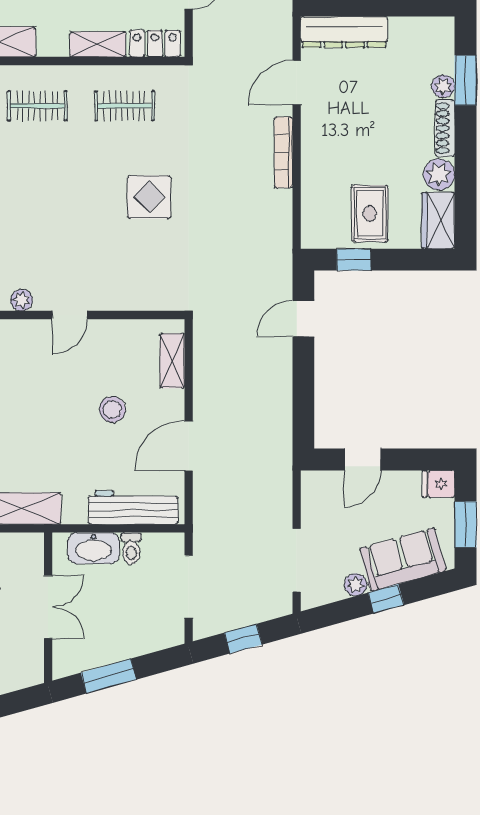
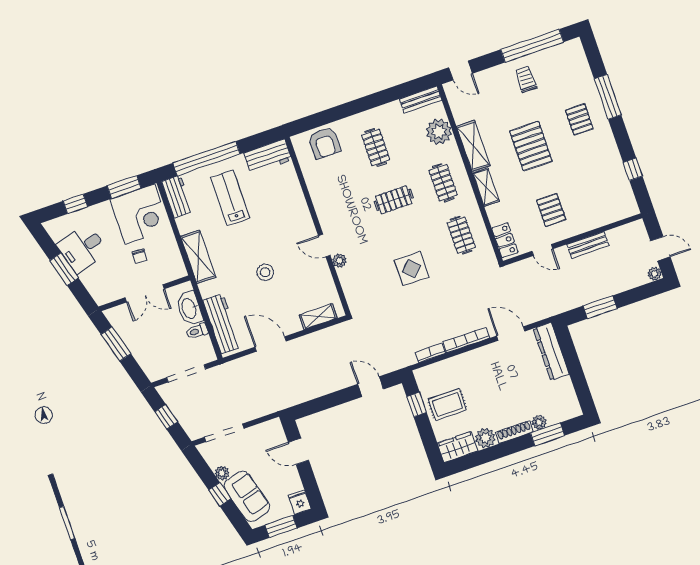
shelving: (98, 44) -> (486, 187), moved
clothes rail: (37, 188) -> (394, 200), added
bookcase: (284, 212) -> (430, 353), added
plant: (22, 300) -> (340, 261), moved
stool: (112, 410) -> (265, 272), moved

